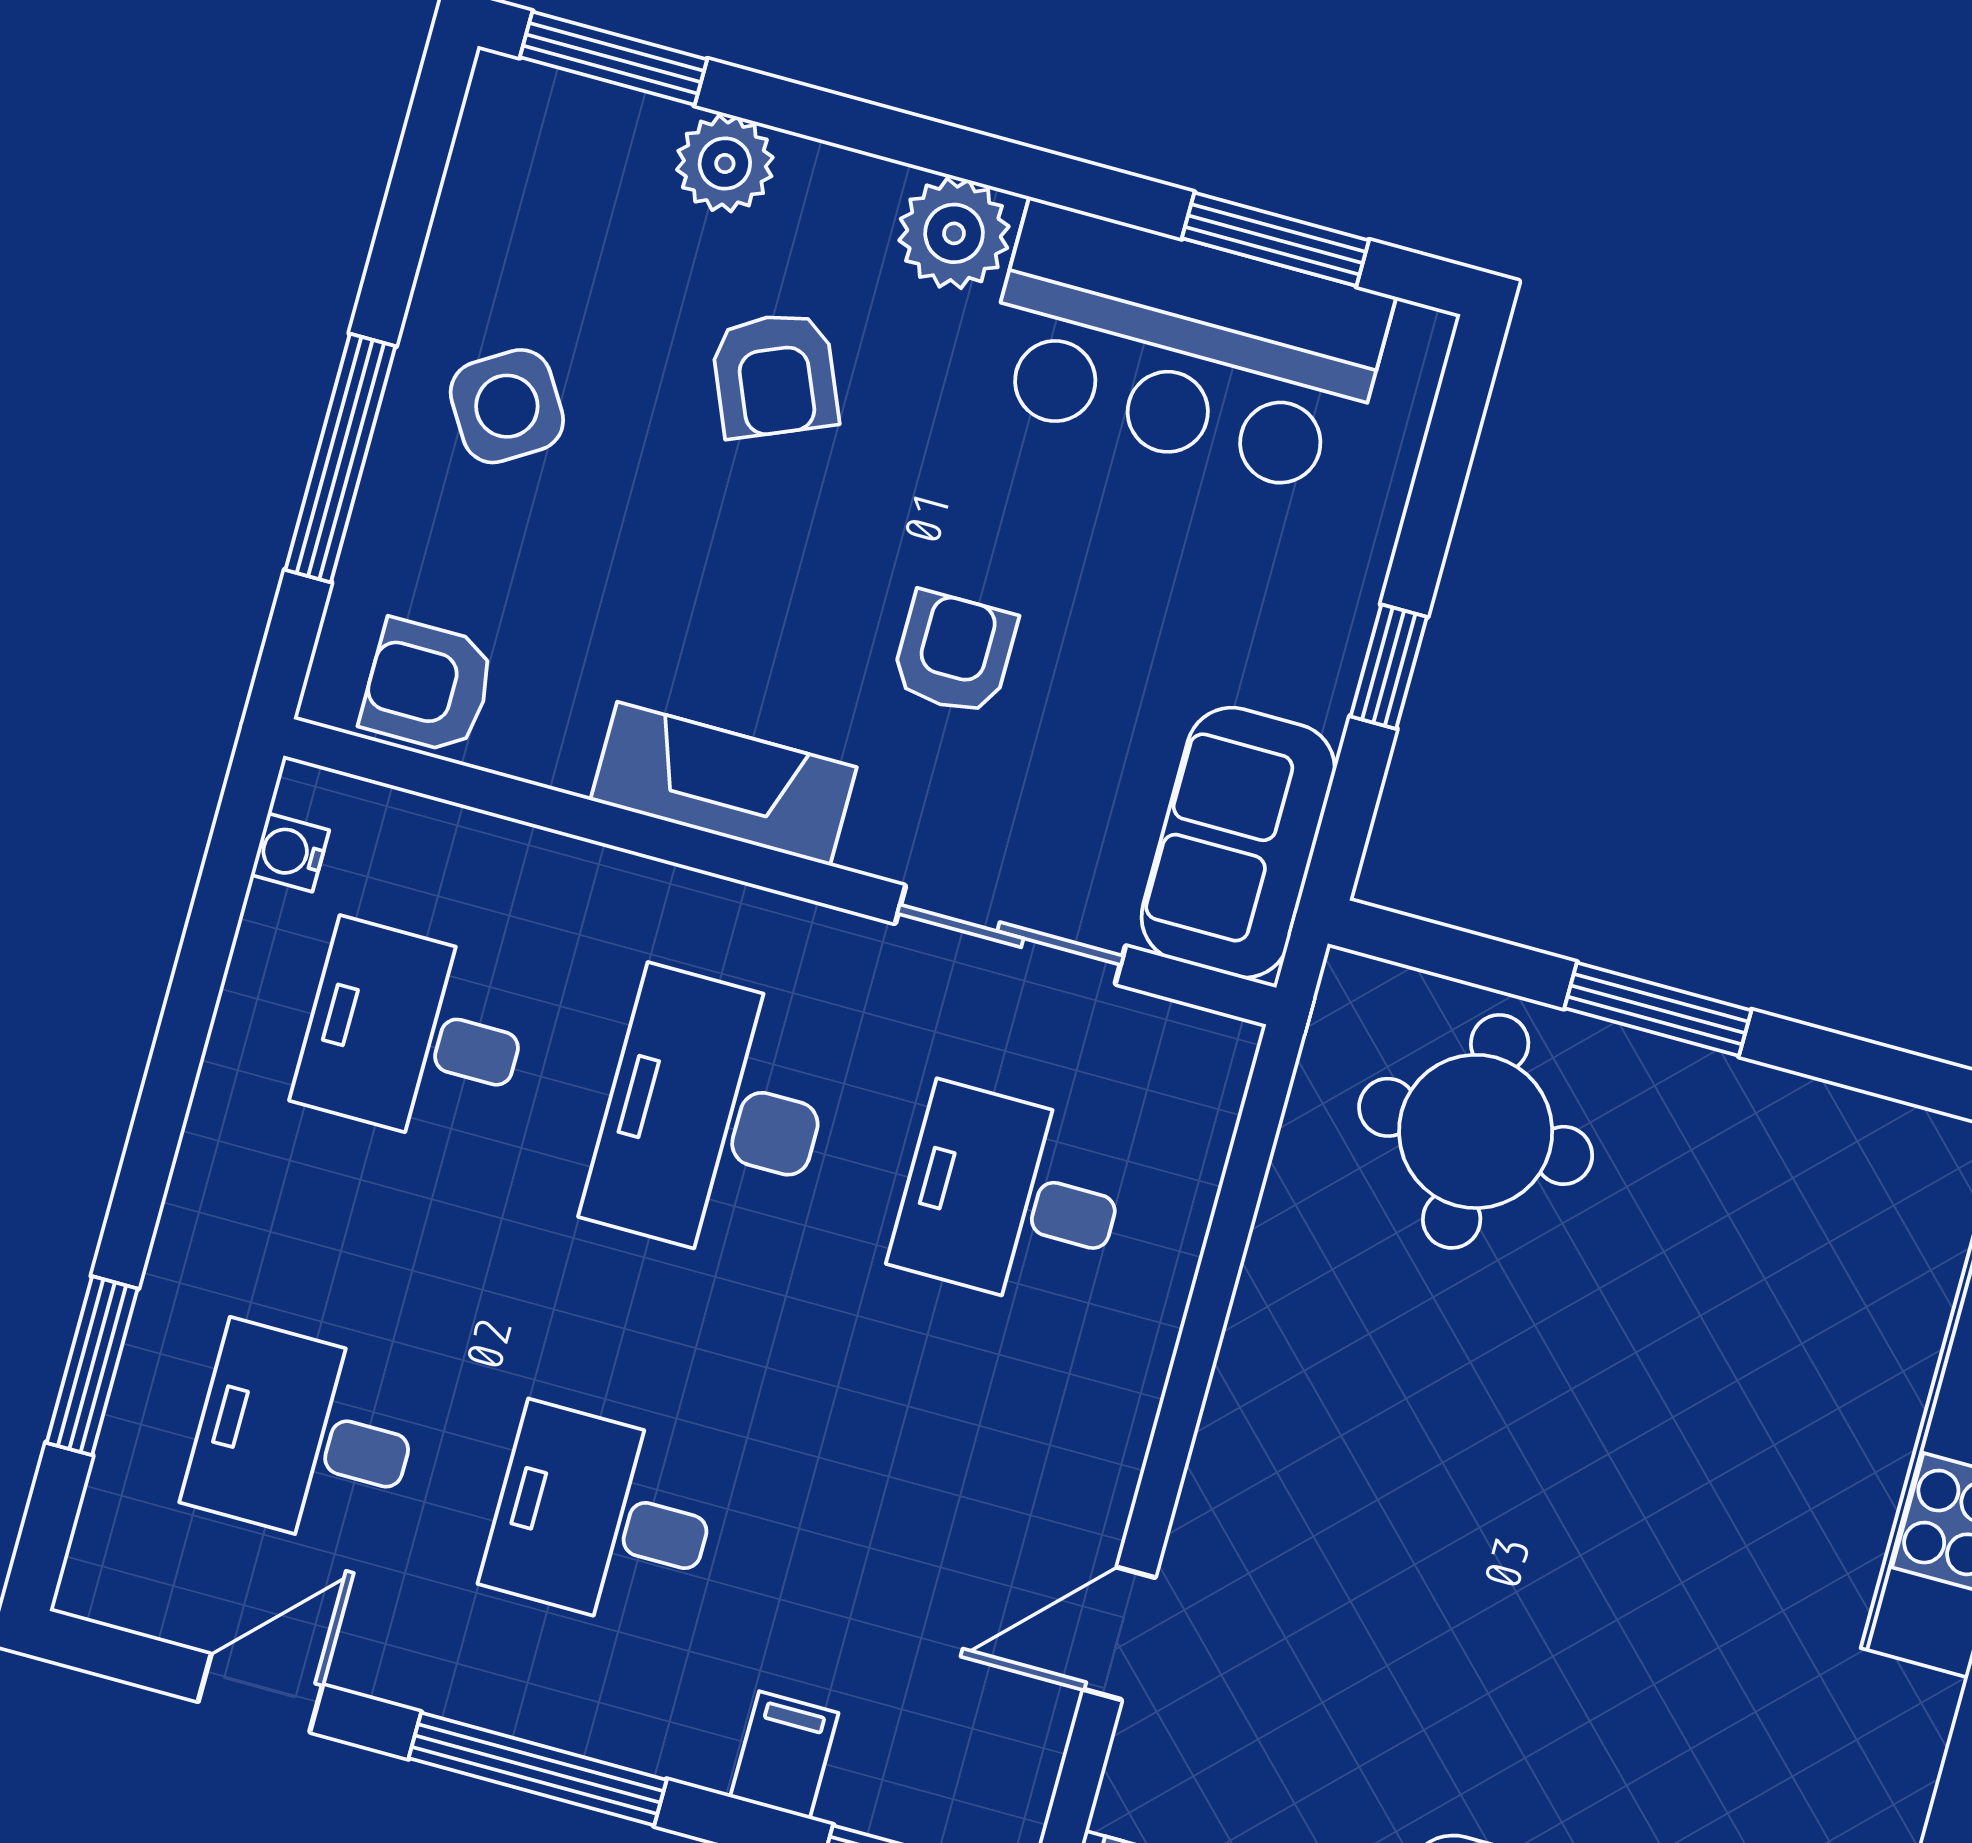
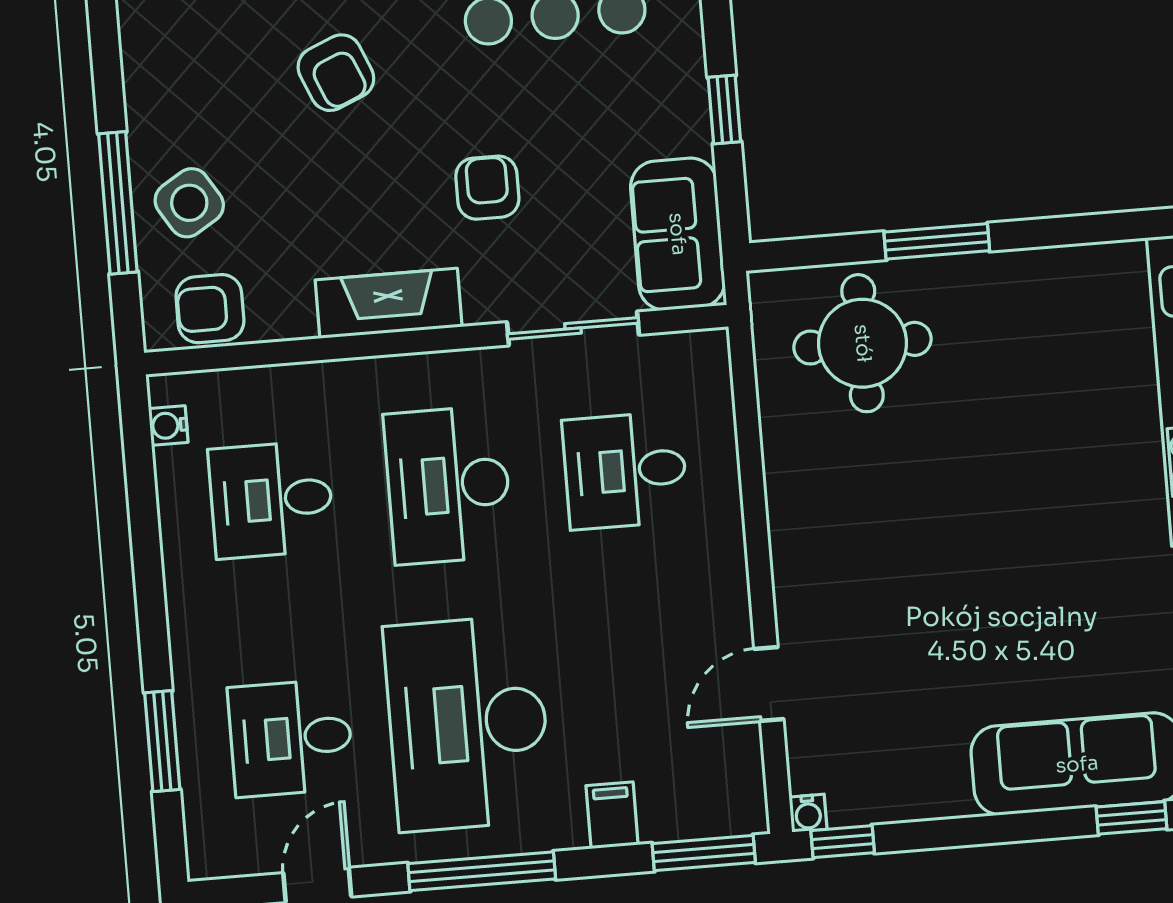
side table: (507, 406) -> (189, 203), moved
desk: (603, 1519) -> (468, 723), width x1.87, depth x1.30

